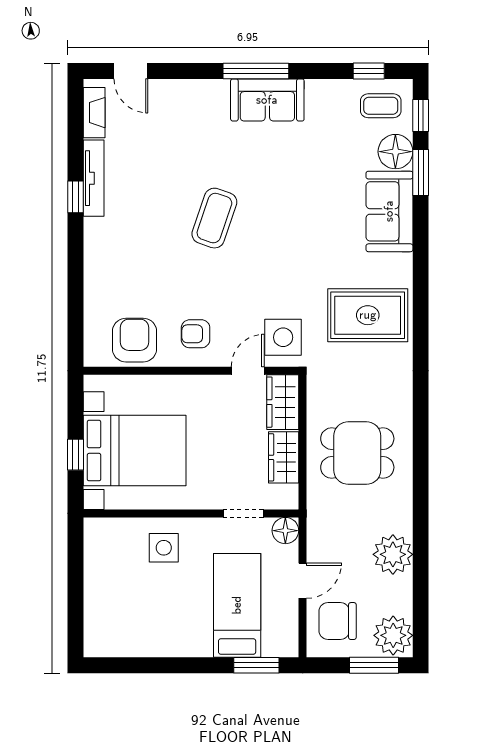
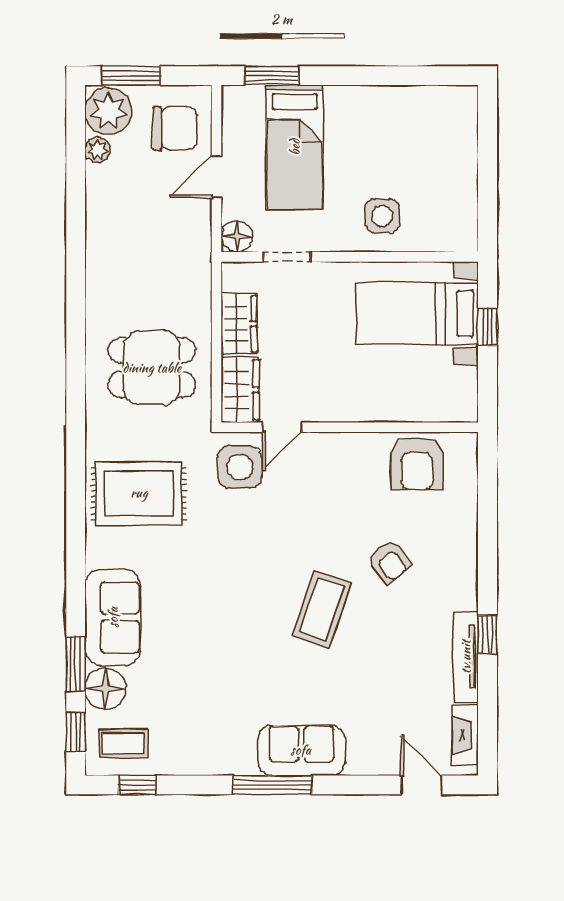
sofa: (267, 100) -> (301, 750), moved
armchair: (196, 334) -> (389, 562), moved, turned 52
bed with nightstands: (135, 451) -> (417, 313), width x0.73
dining table: (357, 453) -> (152, 368), moved
plant: (393, 554) -> (98, 150), moved, width x0.53, depth x0.53

